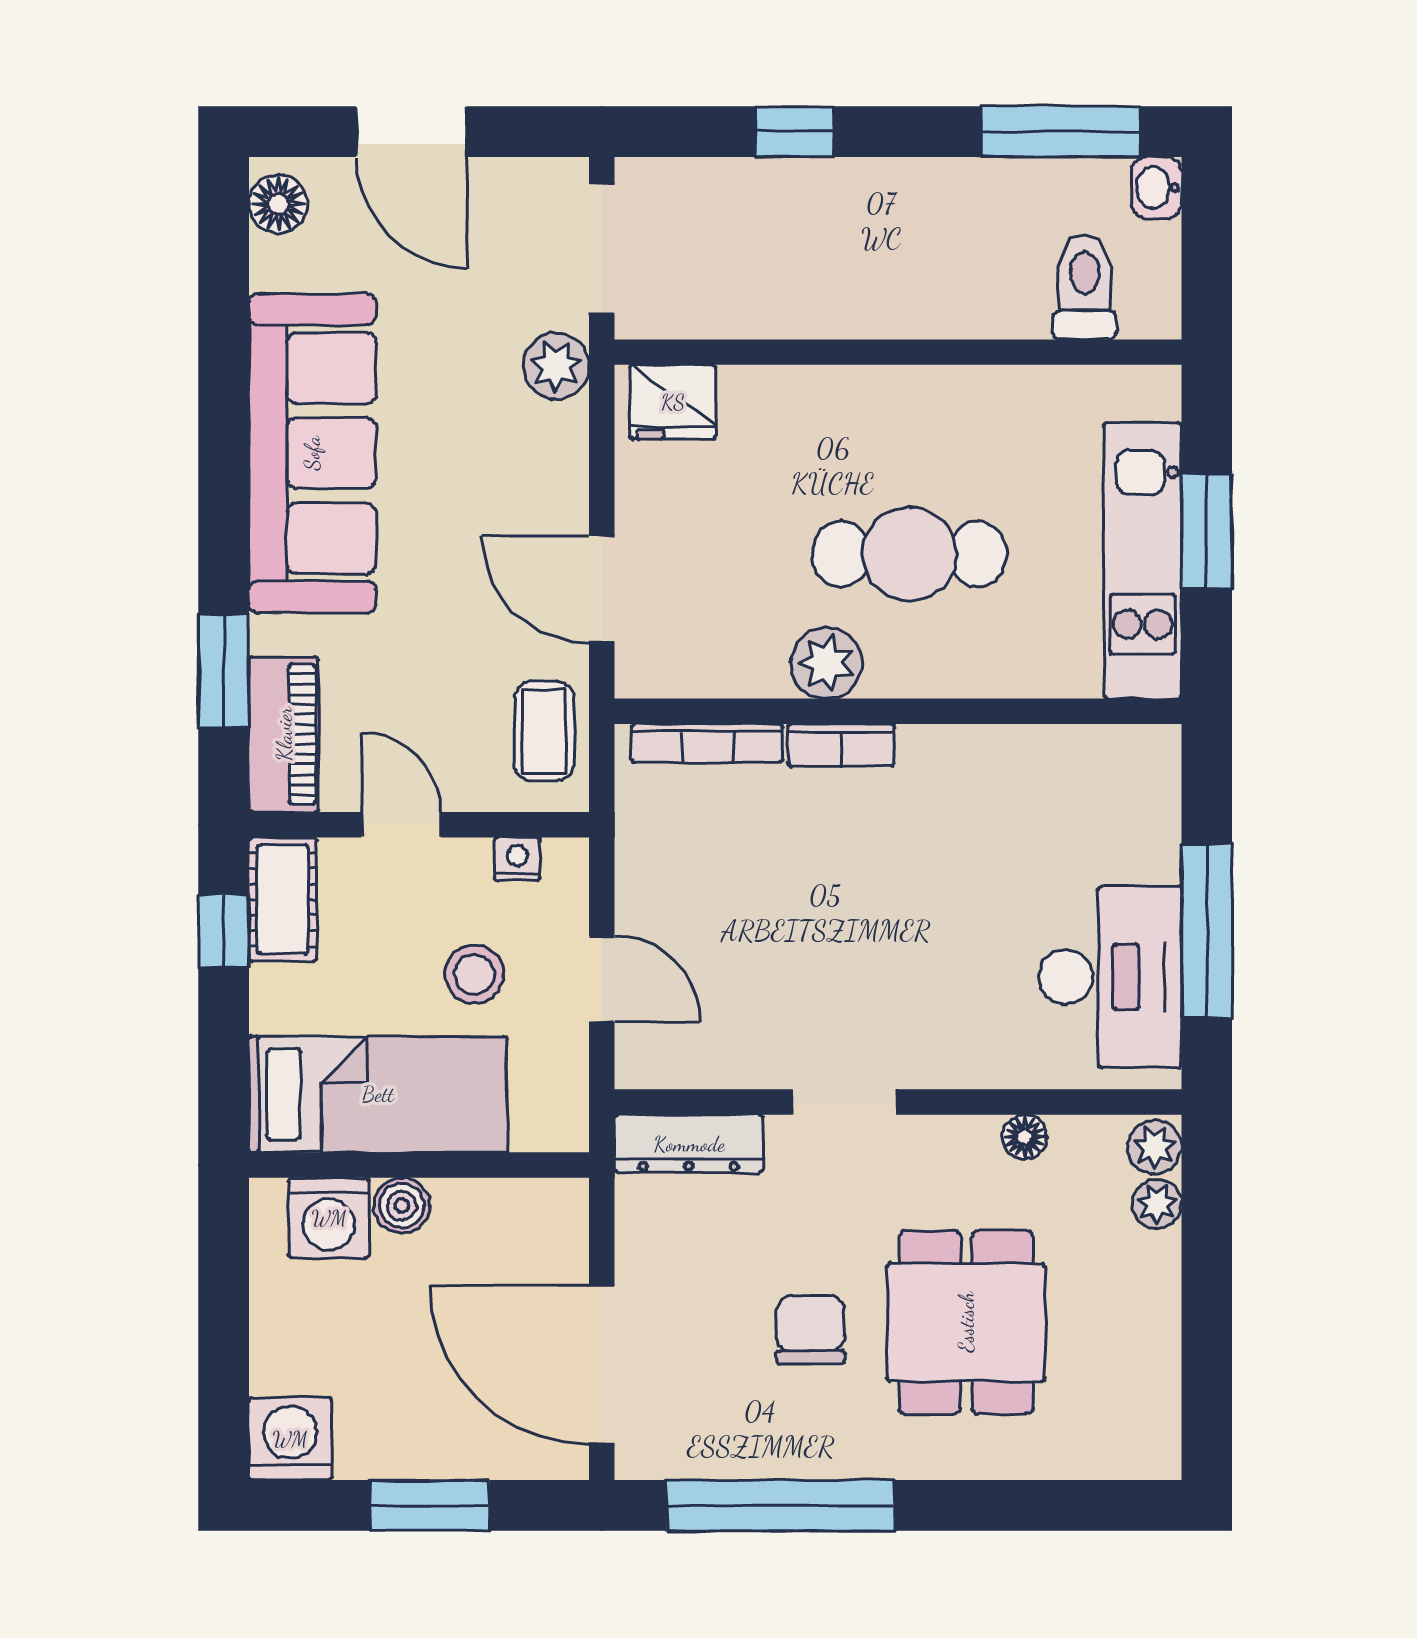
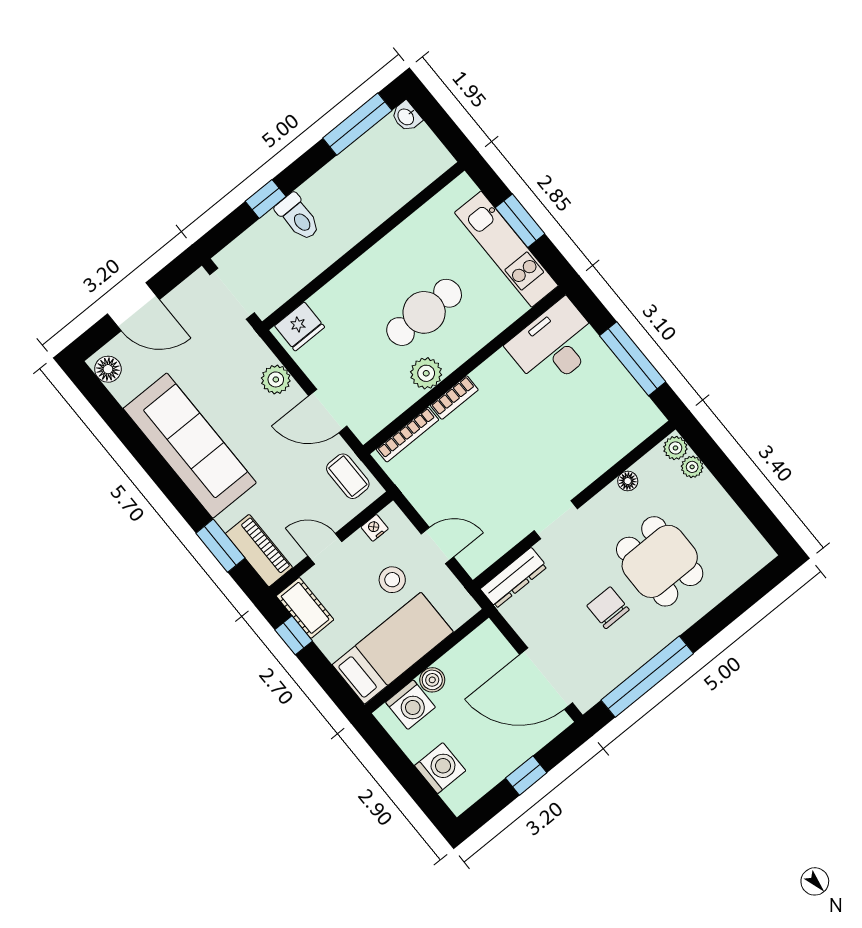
toilet: (1085, 287) -> (298, 217), moved, turned 180
plant: (556, 366) -> (276, 379), moved
desk: (1110, 977) -> (554, 345), moved, turned -90
washing machine: (290, 1439) -> (440, 768), moved, turned 90
window: (430, 1505) -> (526, 775), width x0.67

